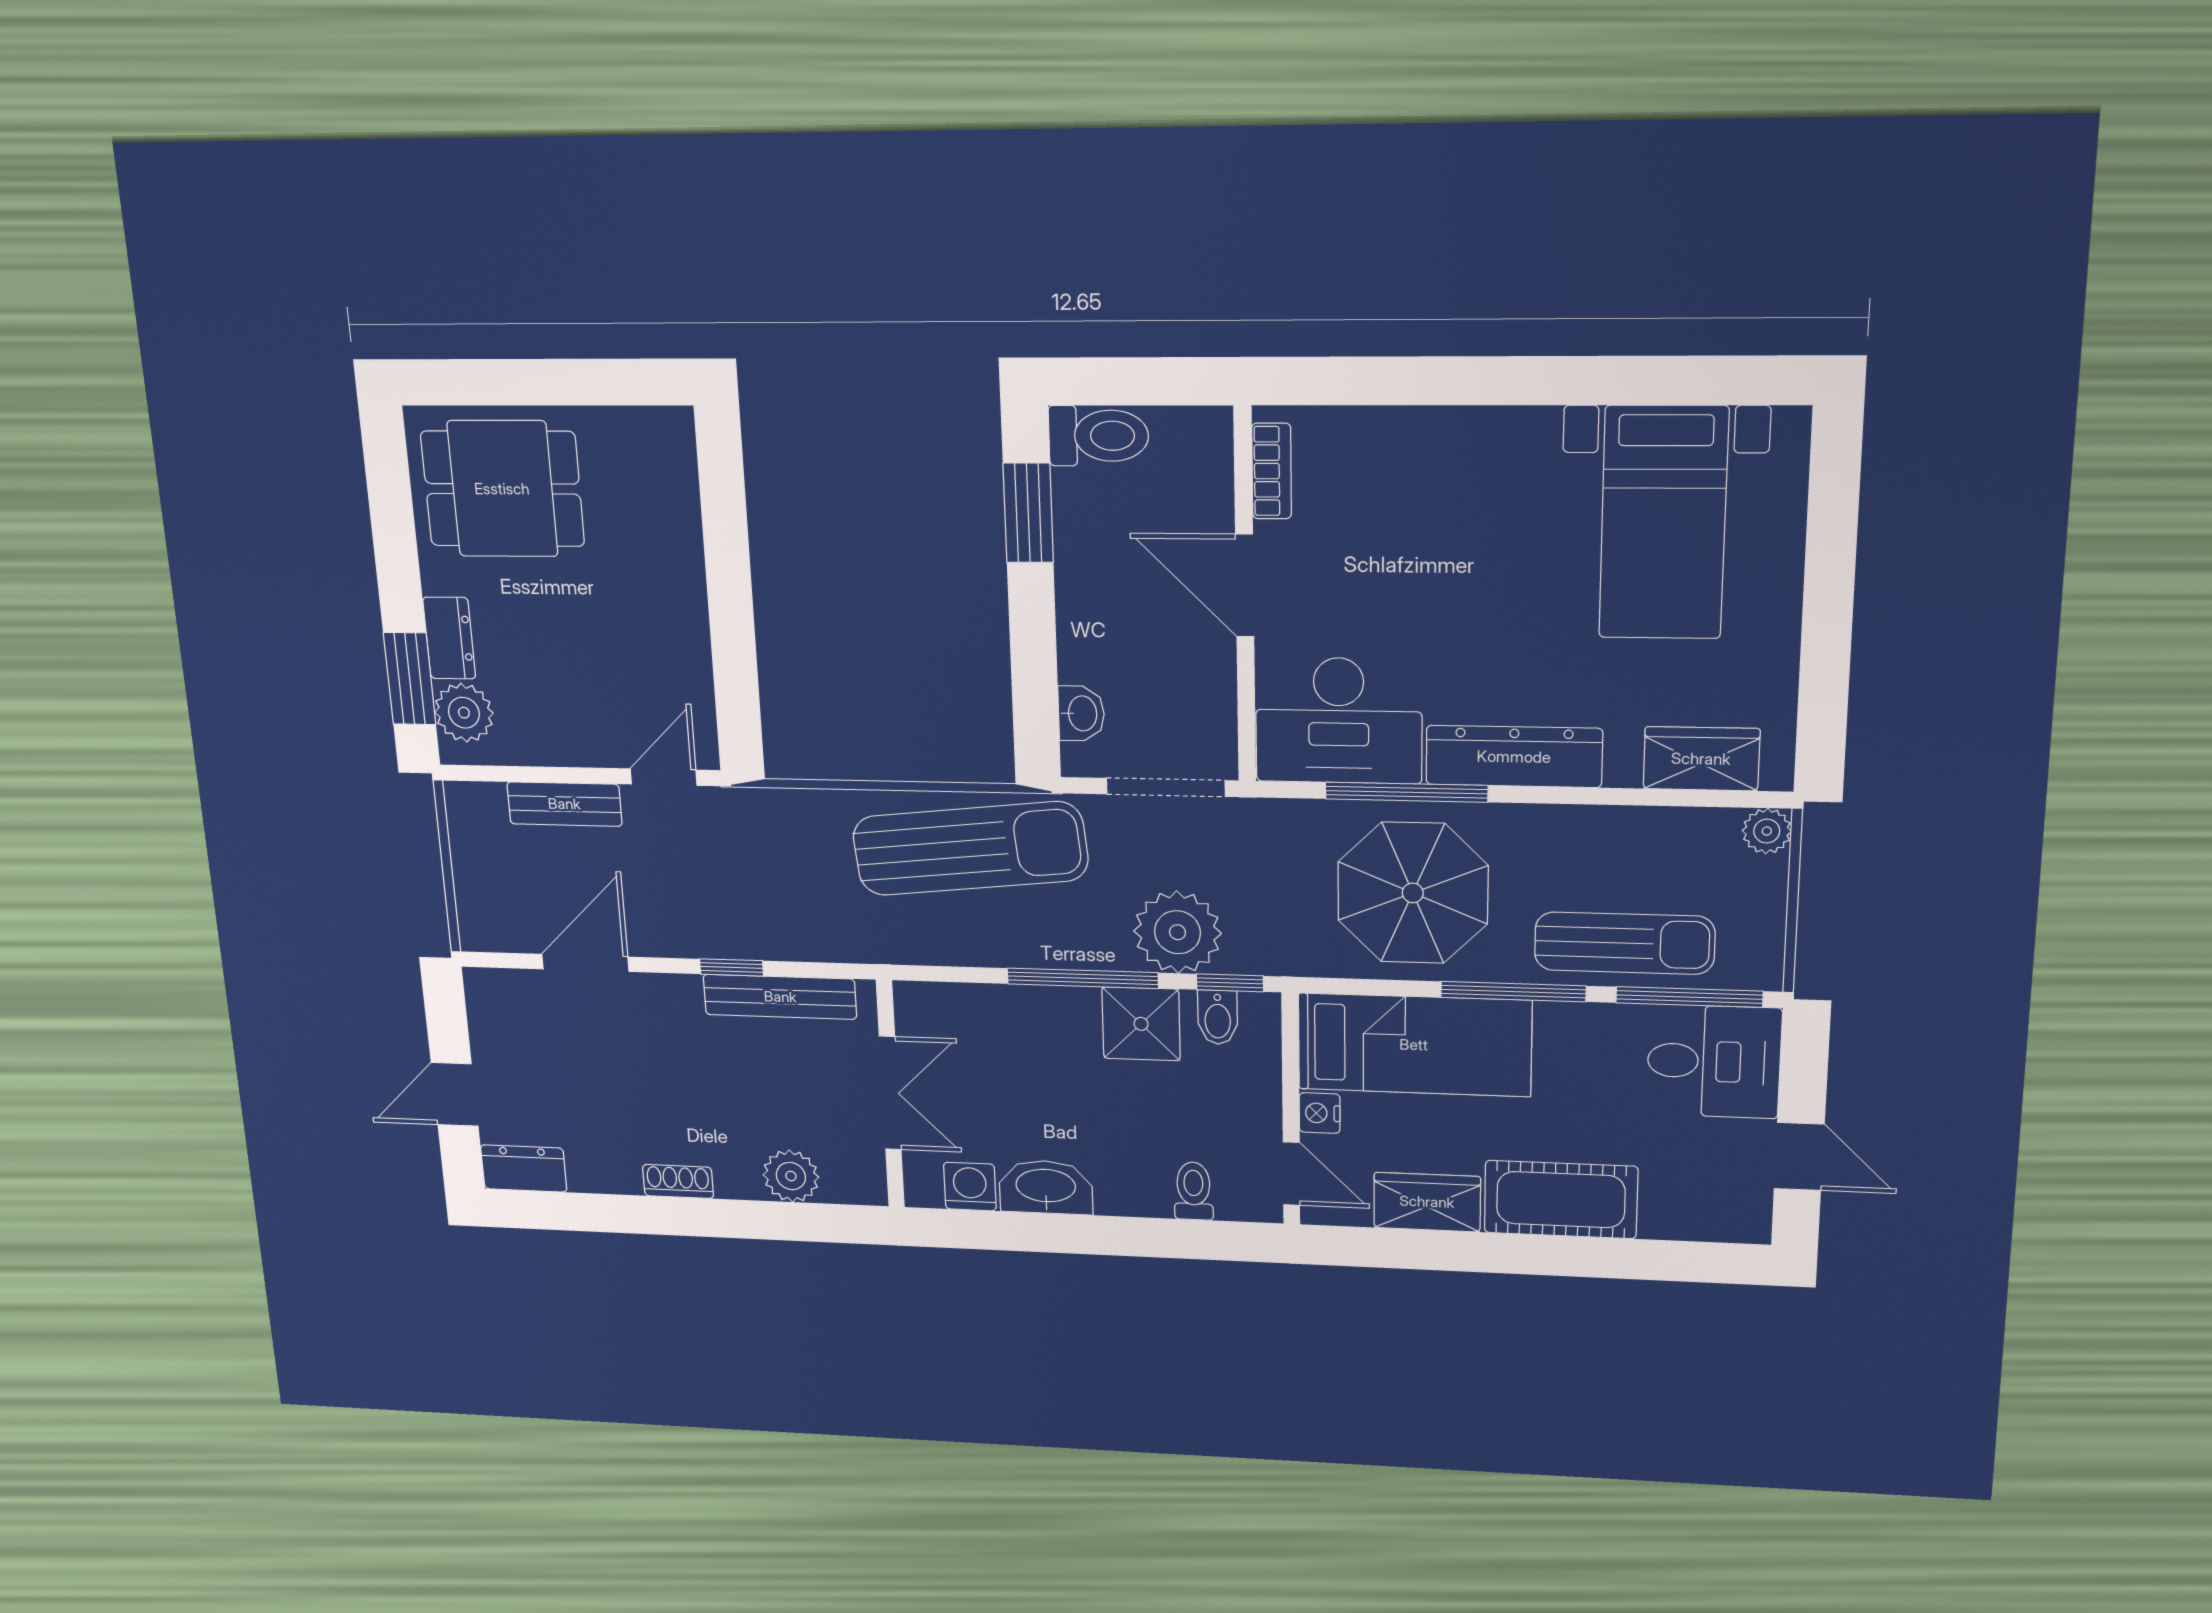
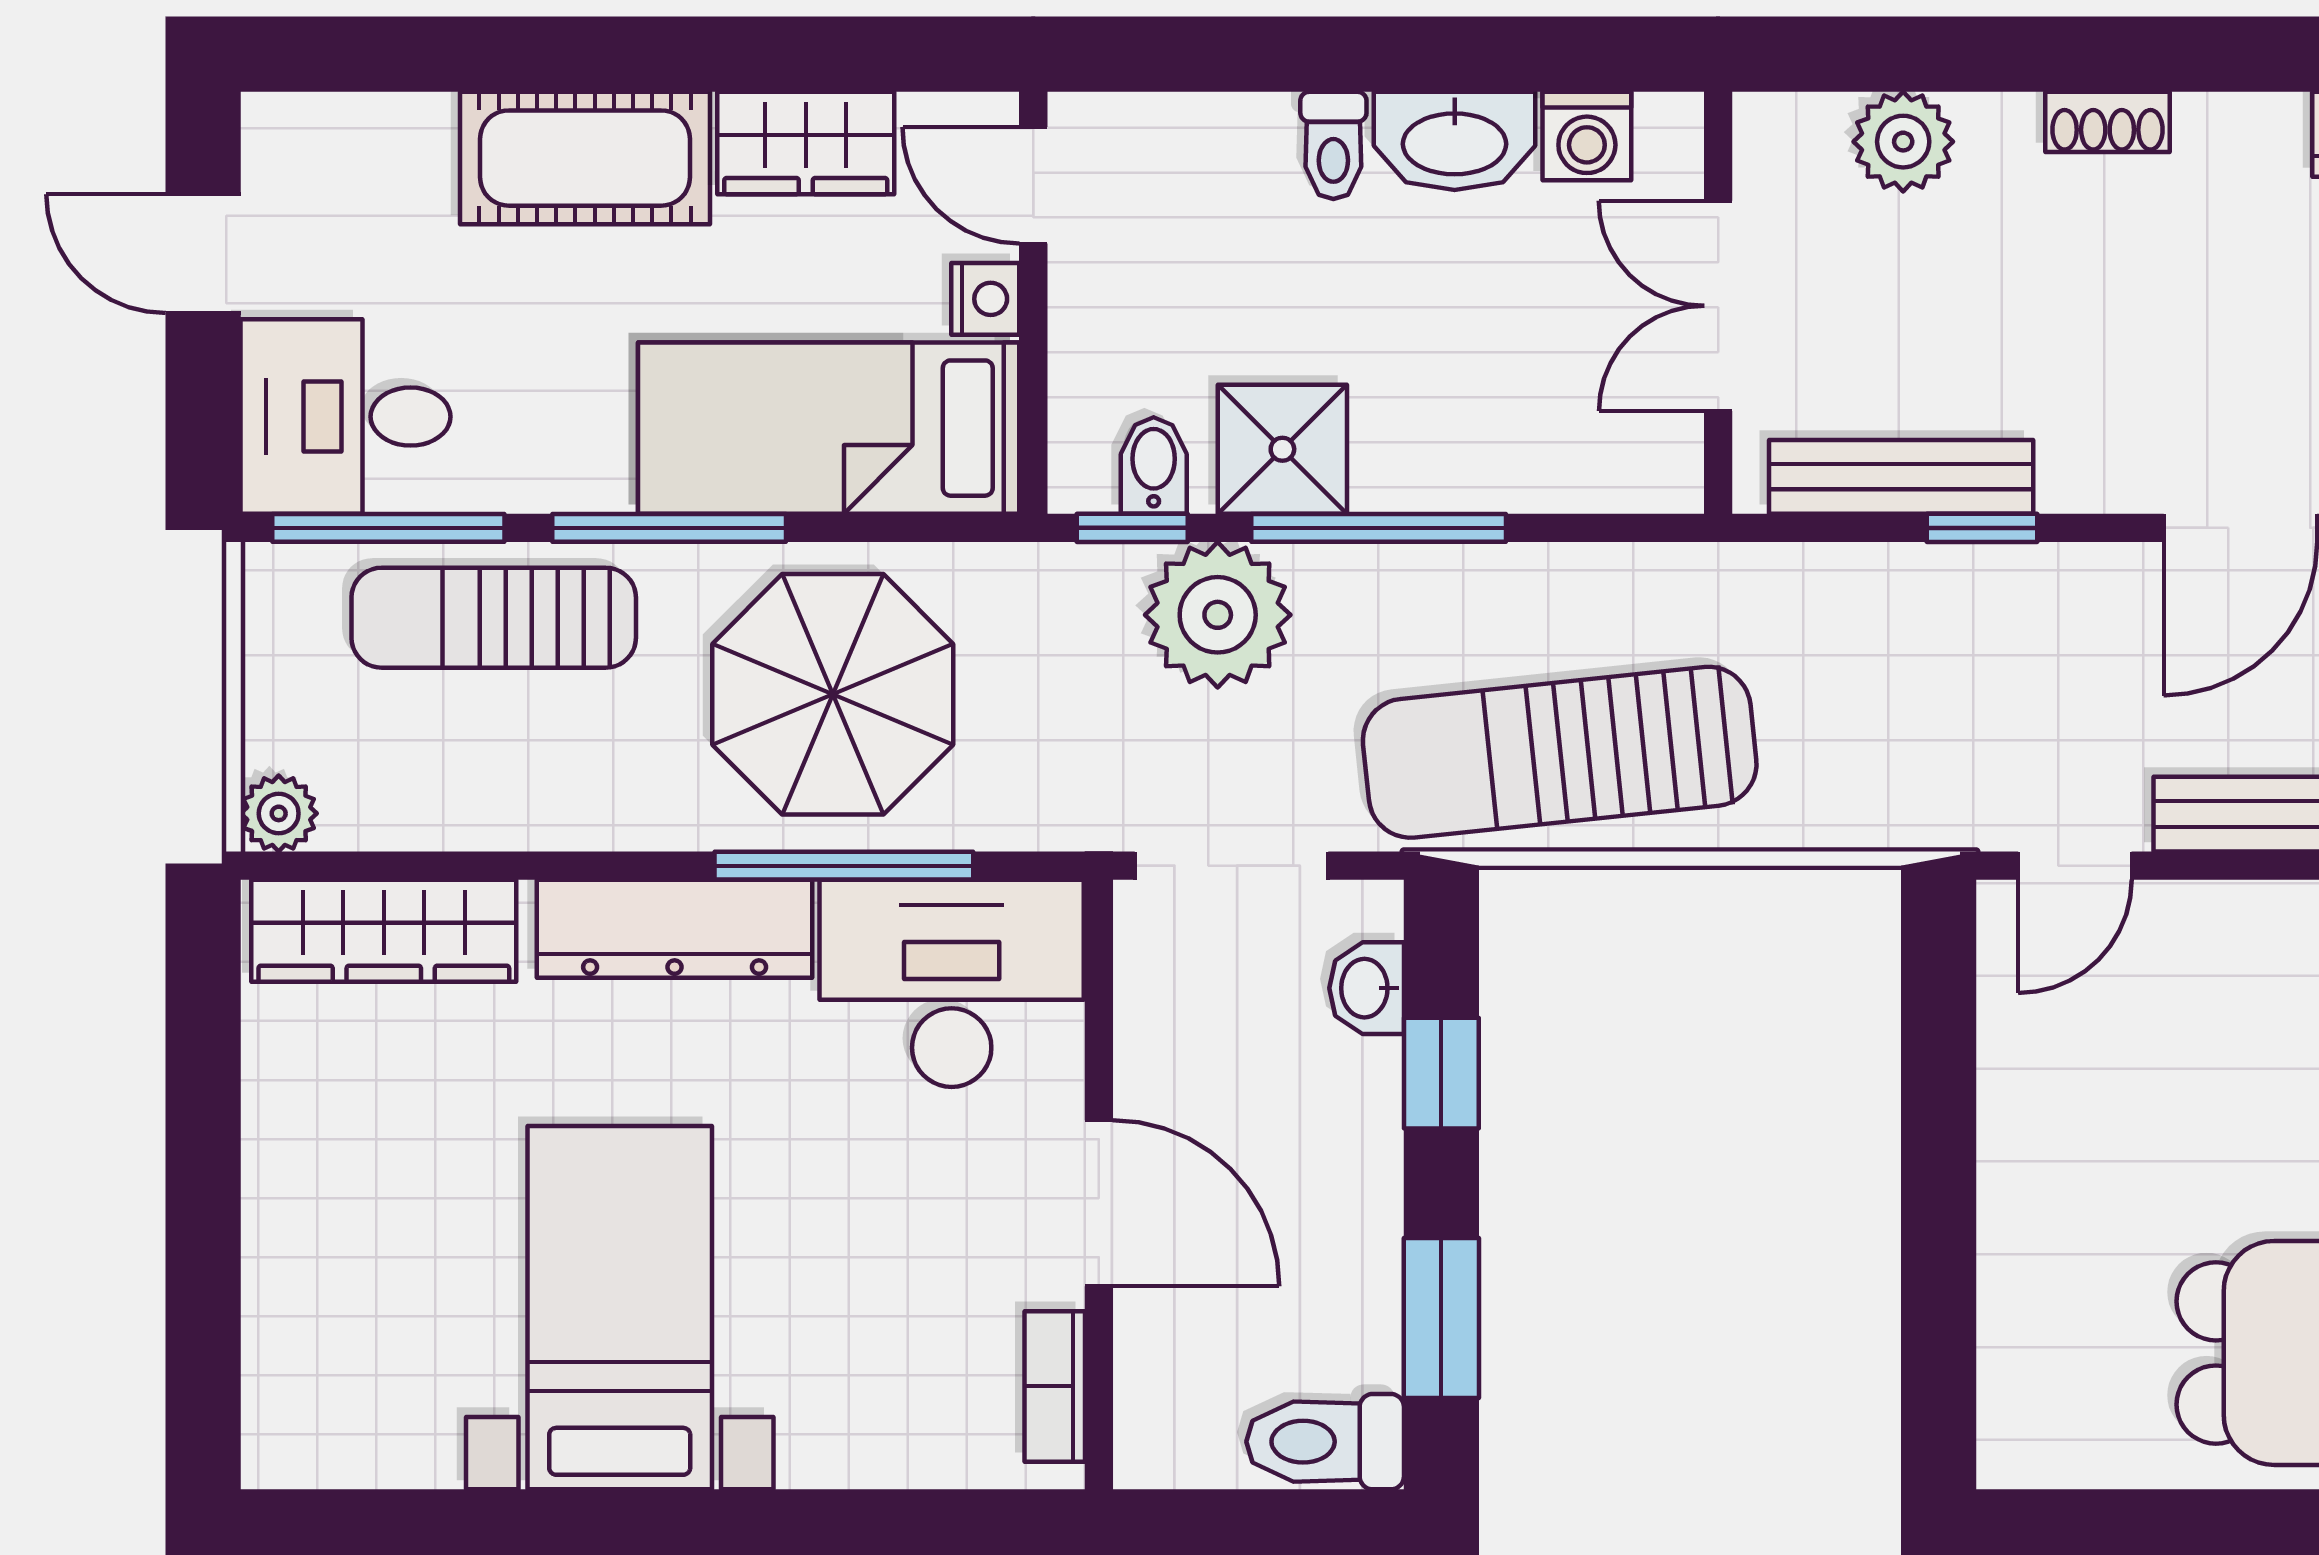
bed with nightstands: (1663, 523) -> (620, 1308), moved
window: (1034, 662) -> (1441, 1073), added
wardrobe: (1701, 759) -> (384, 931), width x1.50
toilet: (1194, 1191) -> (1333, 145), moved

